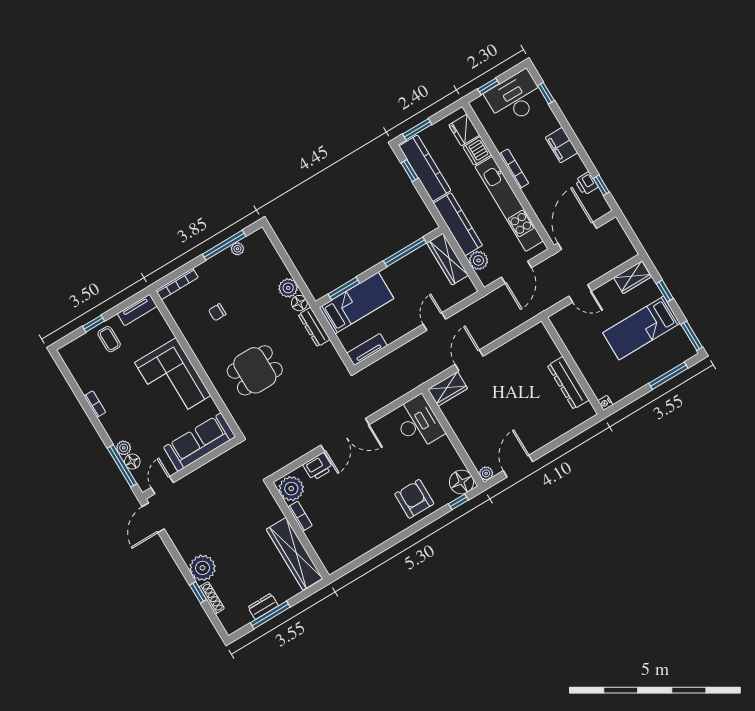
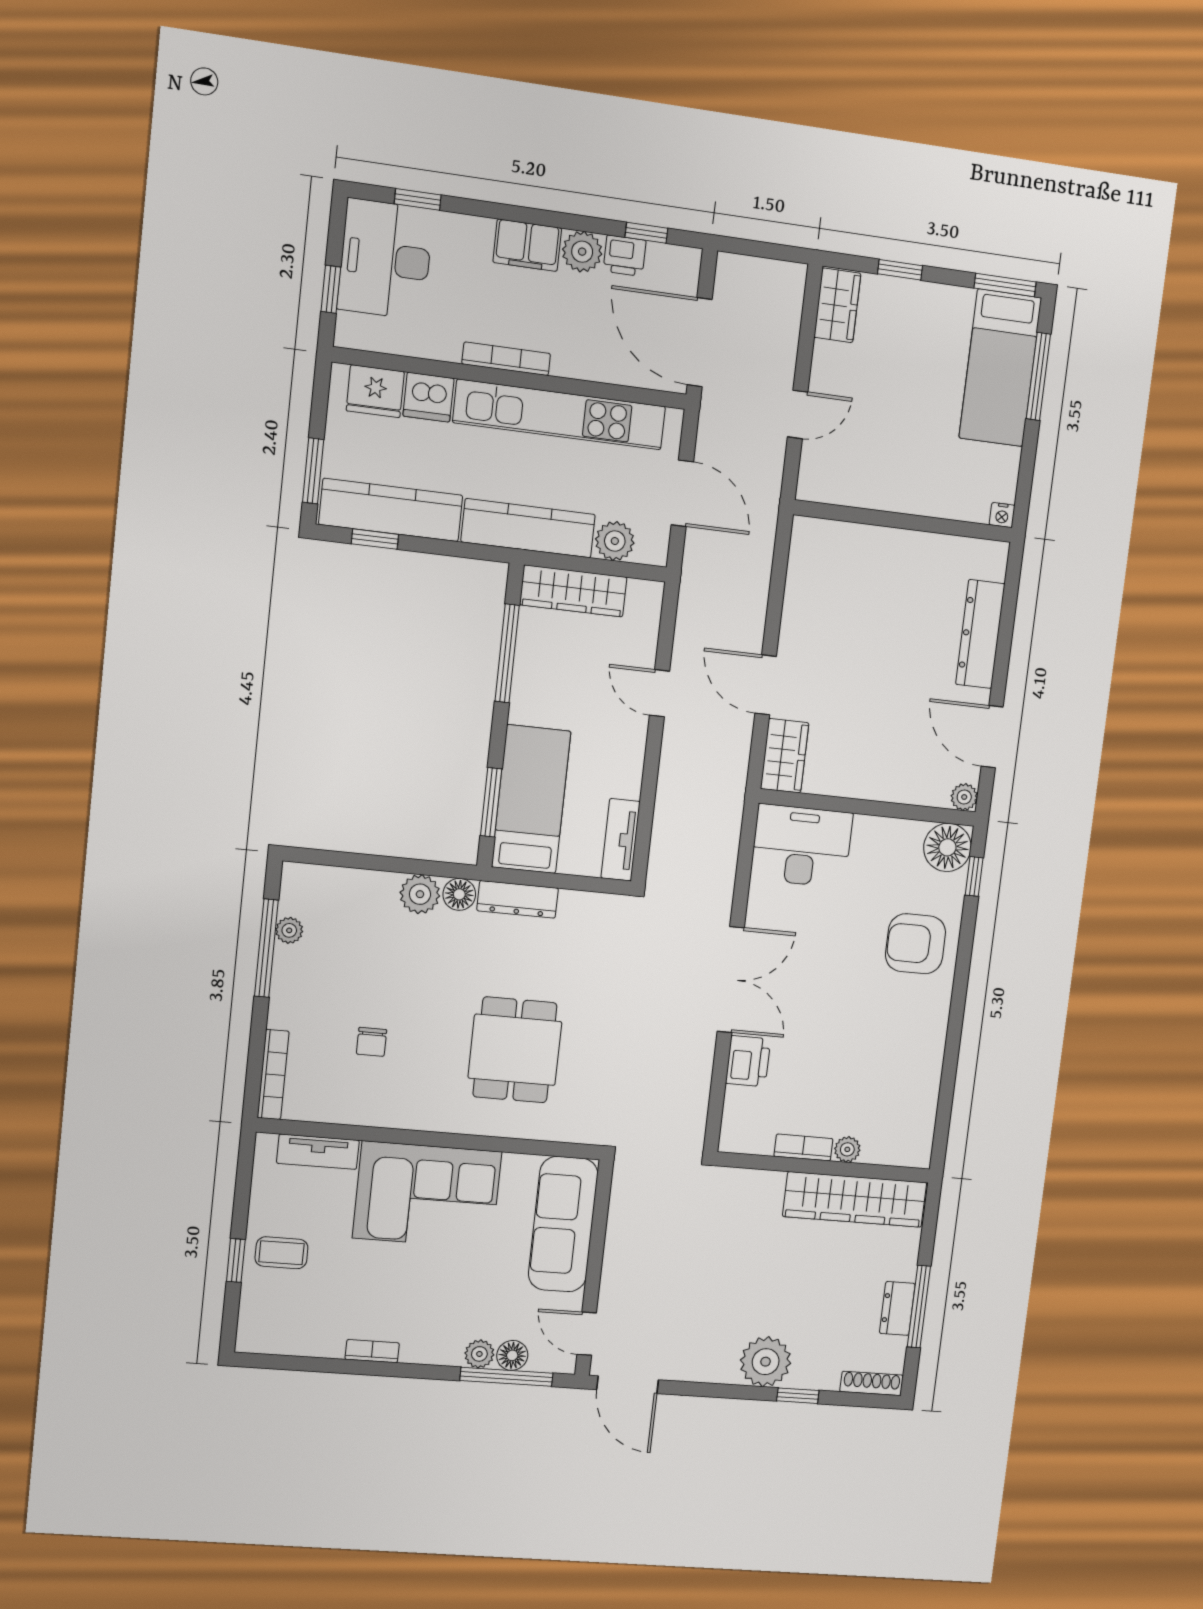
plant: (575, 167) -> (582, 252), added
tv unit: (137, 310) -> (318, 1152), moved, turned 90
bed: (641, 328) -> (1000, 368), moved
dresser: (568, 383) -> (980, 634), moved, turned 90
plant: (291, 489) -> (847, 1149), moved, width x0.53, depth x0.53
shoe rack: (212, 598) -> (872, 1383), moved

